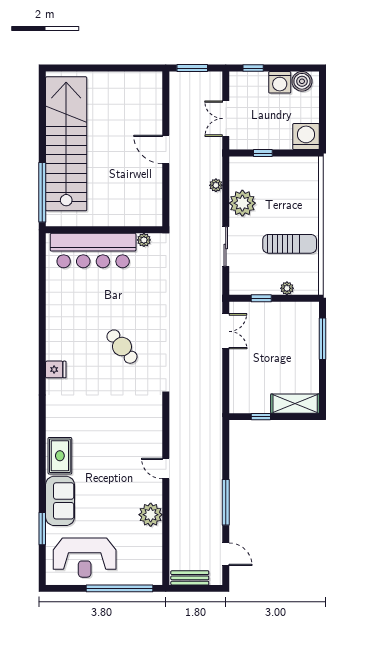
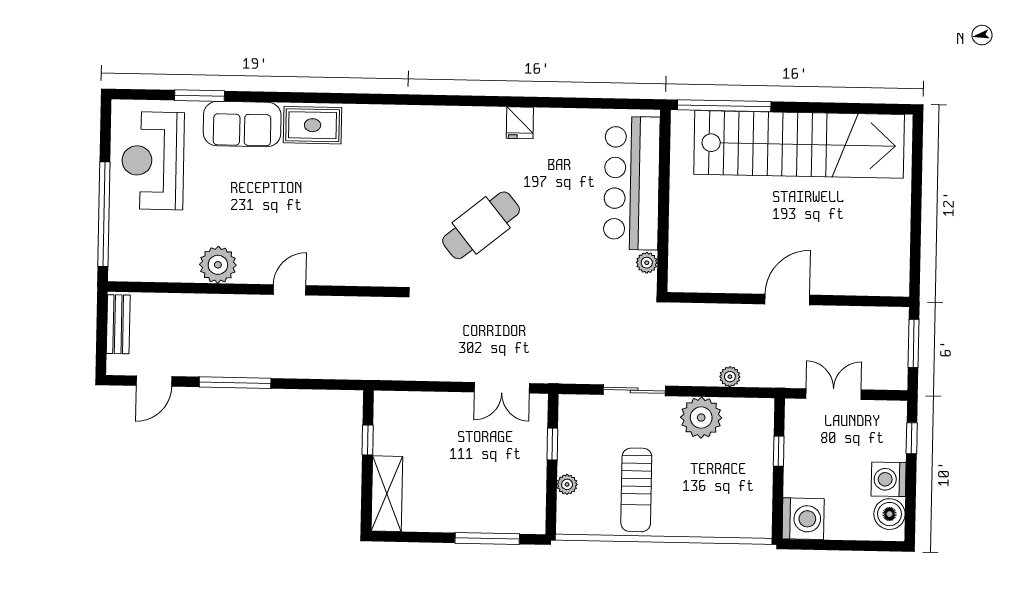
cafe table: (122, 347) -> (481, 225), width x1.37, depth x1.35
fridge: (56, 369) -> (520, 123), moved

